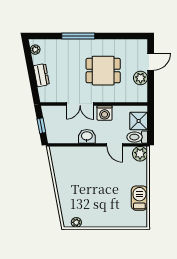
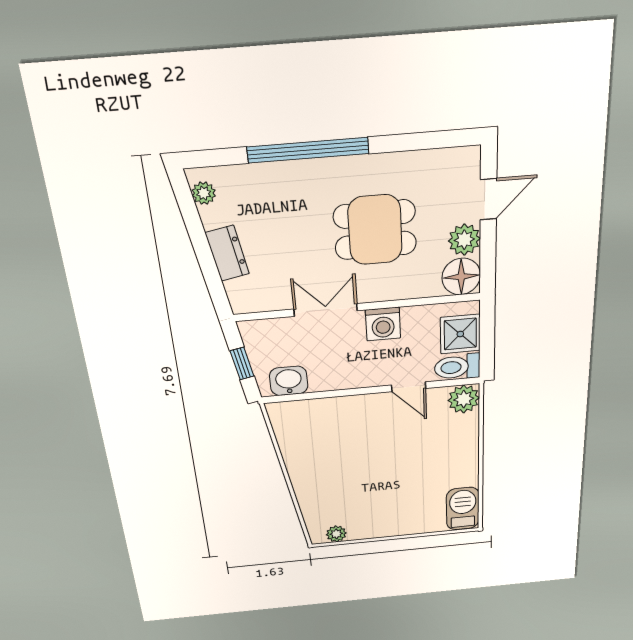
window: (78, 36) -> (308, 150), width x1.46
floor lamp: (139, 94) -> (461, 277), added
double door: (80, 104) -> (326, 310), swing flipped
washbasin: (87, 136) -> (289, 381), moved
barbecue: (139, 198) -> (463, 509), moved

